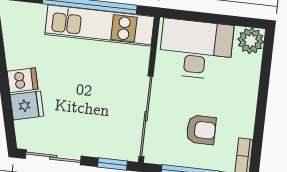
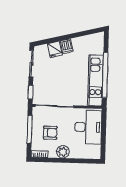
plant: (251, 41) -> (63, 152), moved
armchair: (201, 130) -> (50, 133), turned -90

